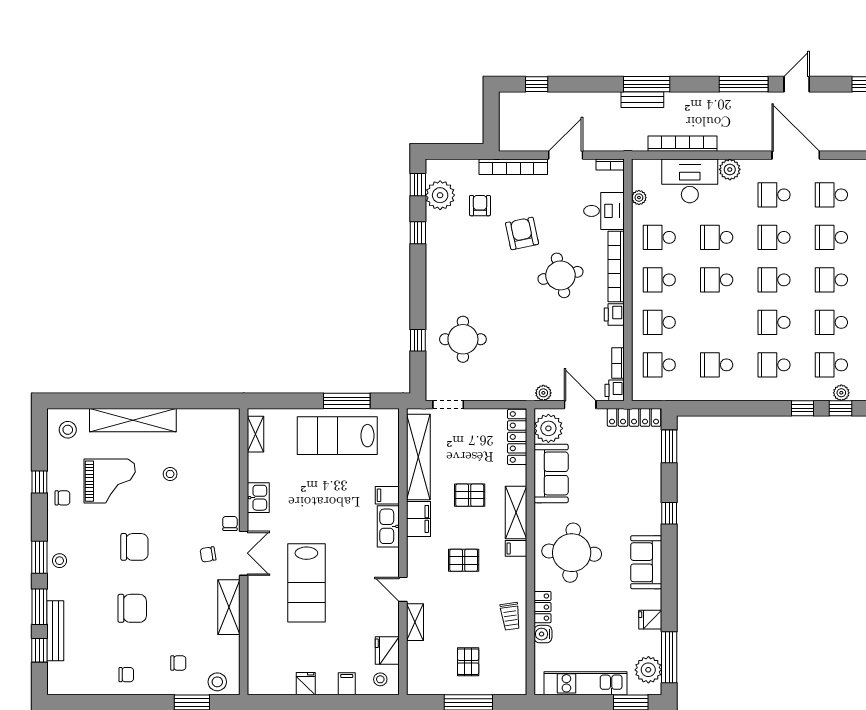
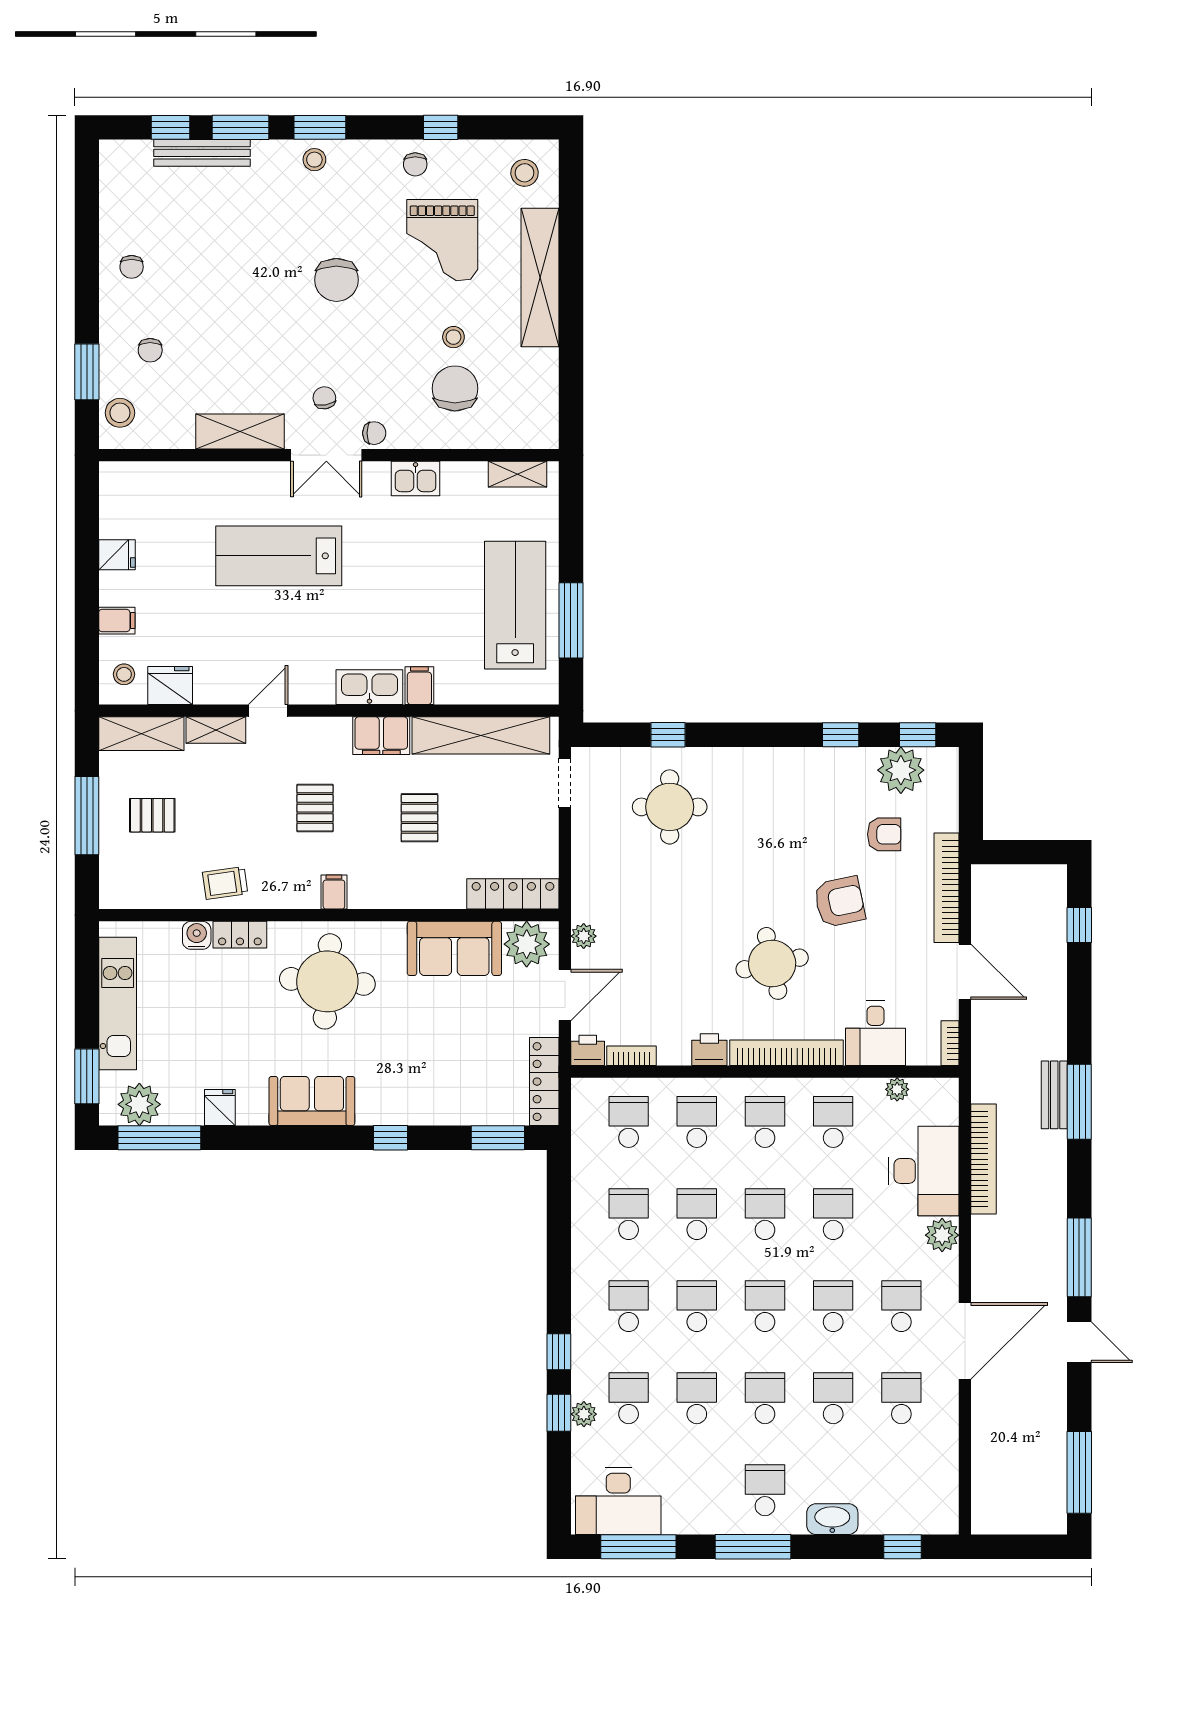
school desk: (717, 322) -> (697, 1214), added
shelving: (516, 513) -> (141, 734), moved
chair: (132, 608) -> (455, 388), moved, turned 180

